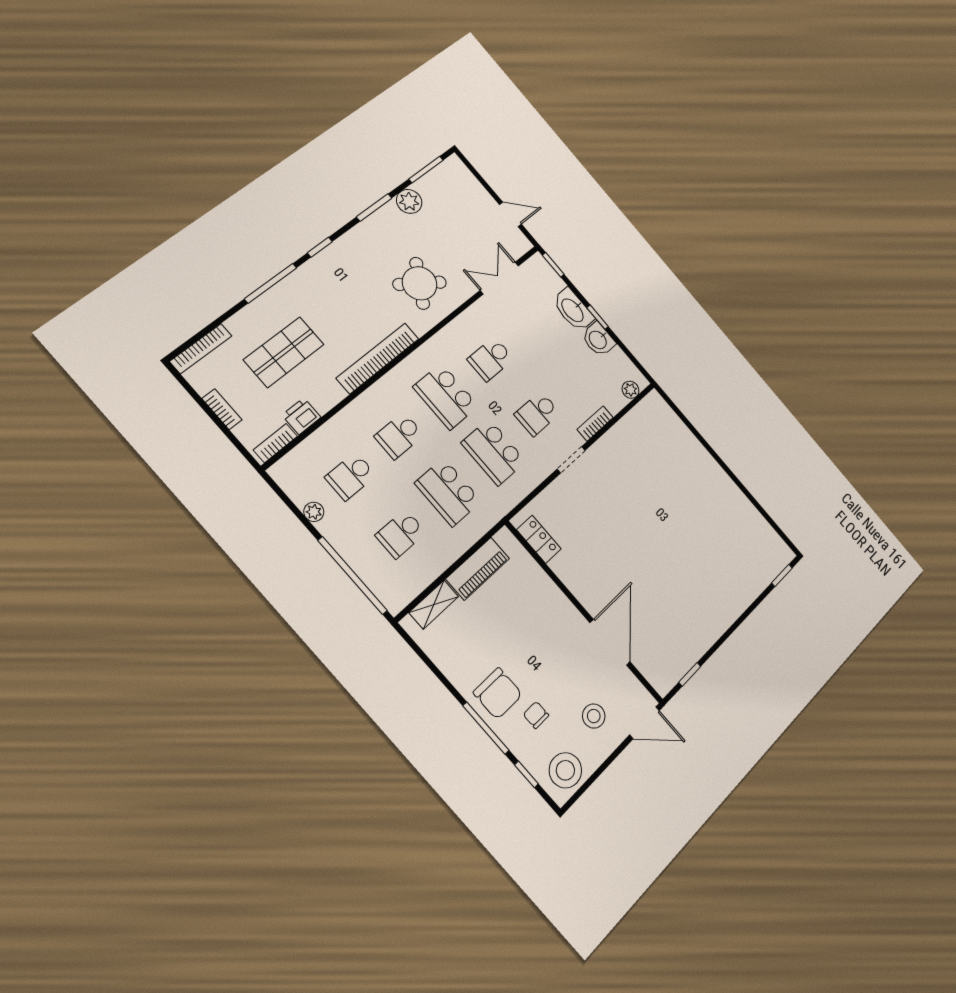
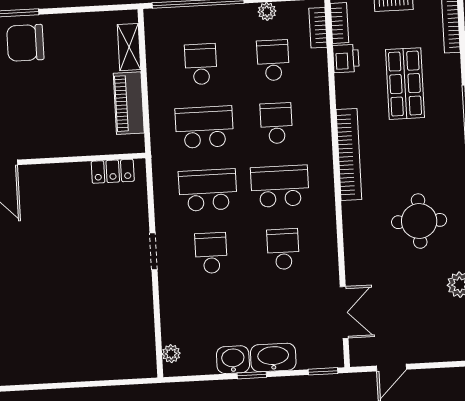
round table: (420, 283) -> (419, 221), moved, turned -33
bookcase: (595, 424) -> (318, 28), moved, turned 180

